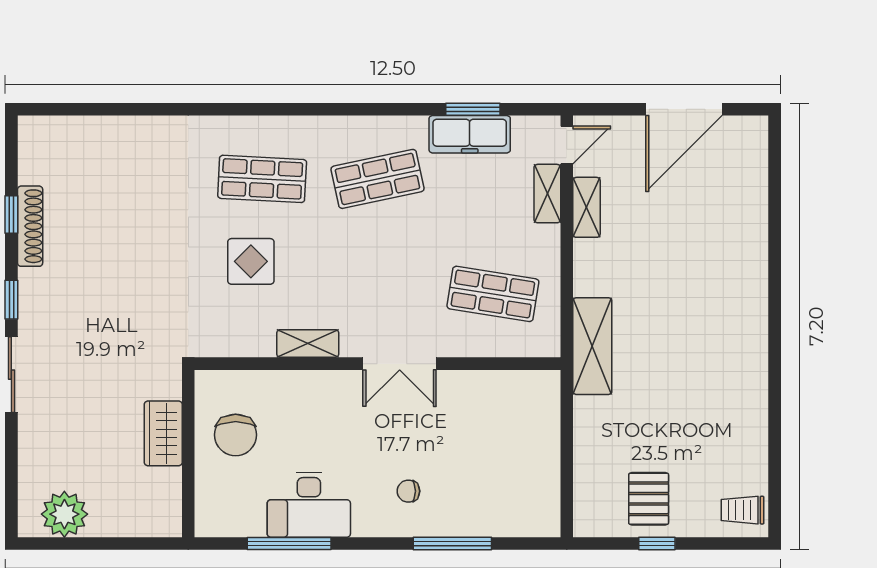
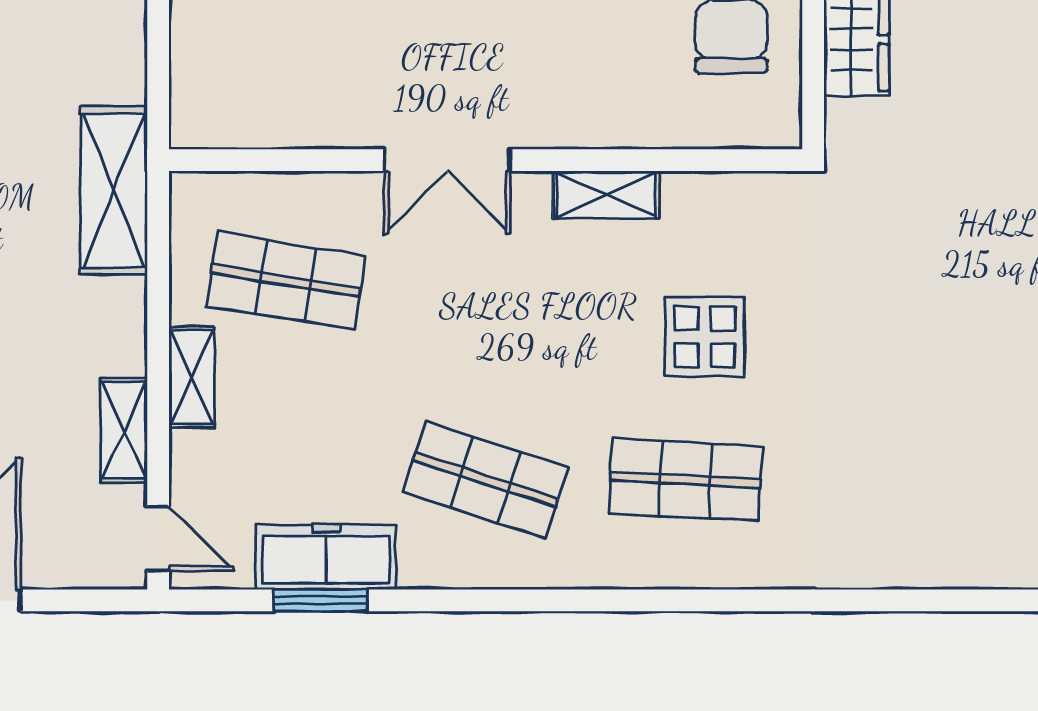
door: (567, 145) -> (158, 538), swing flipped
shop shelf: (377, 179) -> (486, 480), turned 30
shelving: (547, 194) -> (192, 377), moved
double door: (400, 364) -> (447, 160), swing flipped

